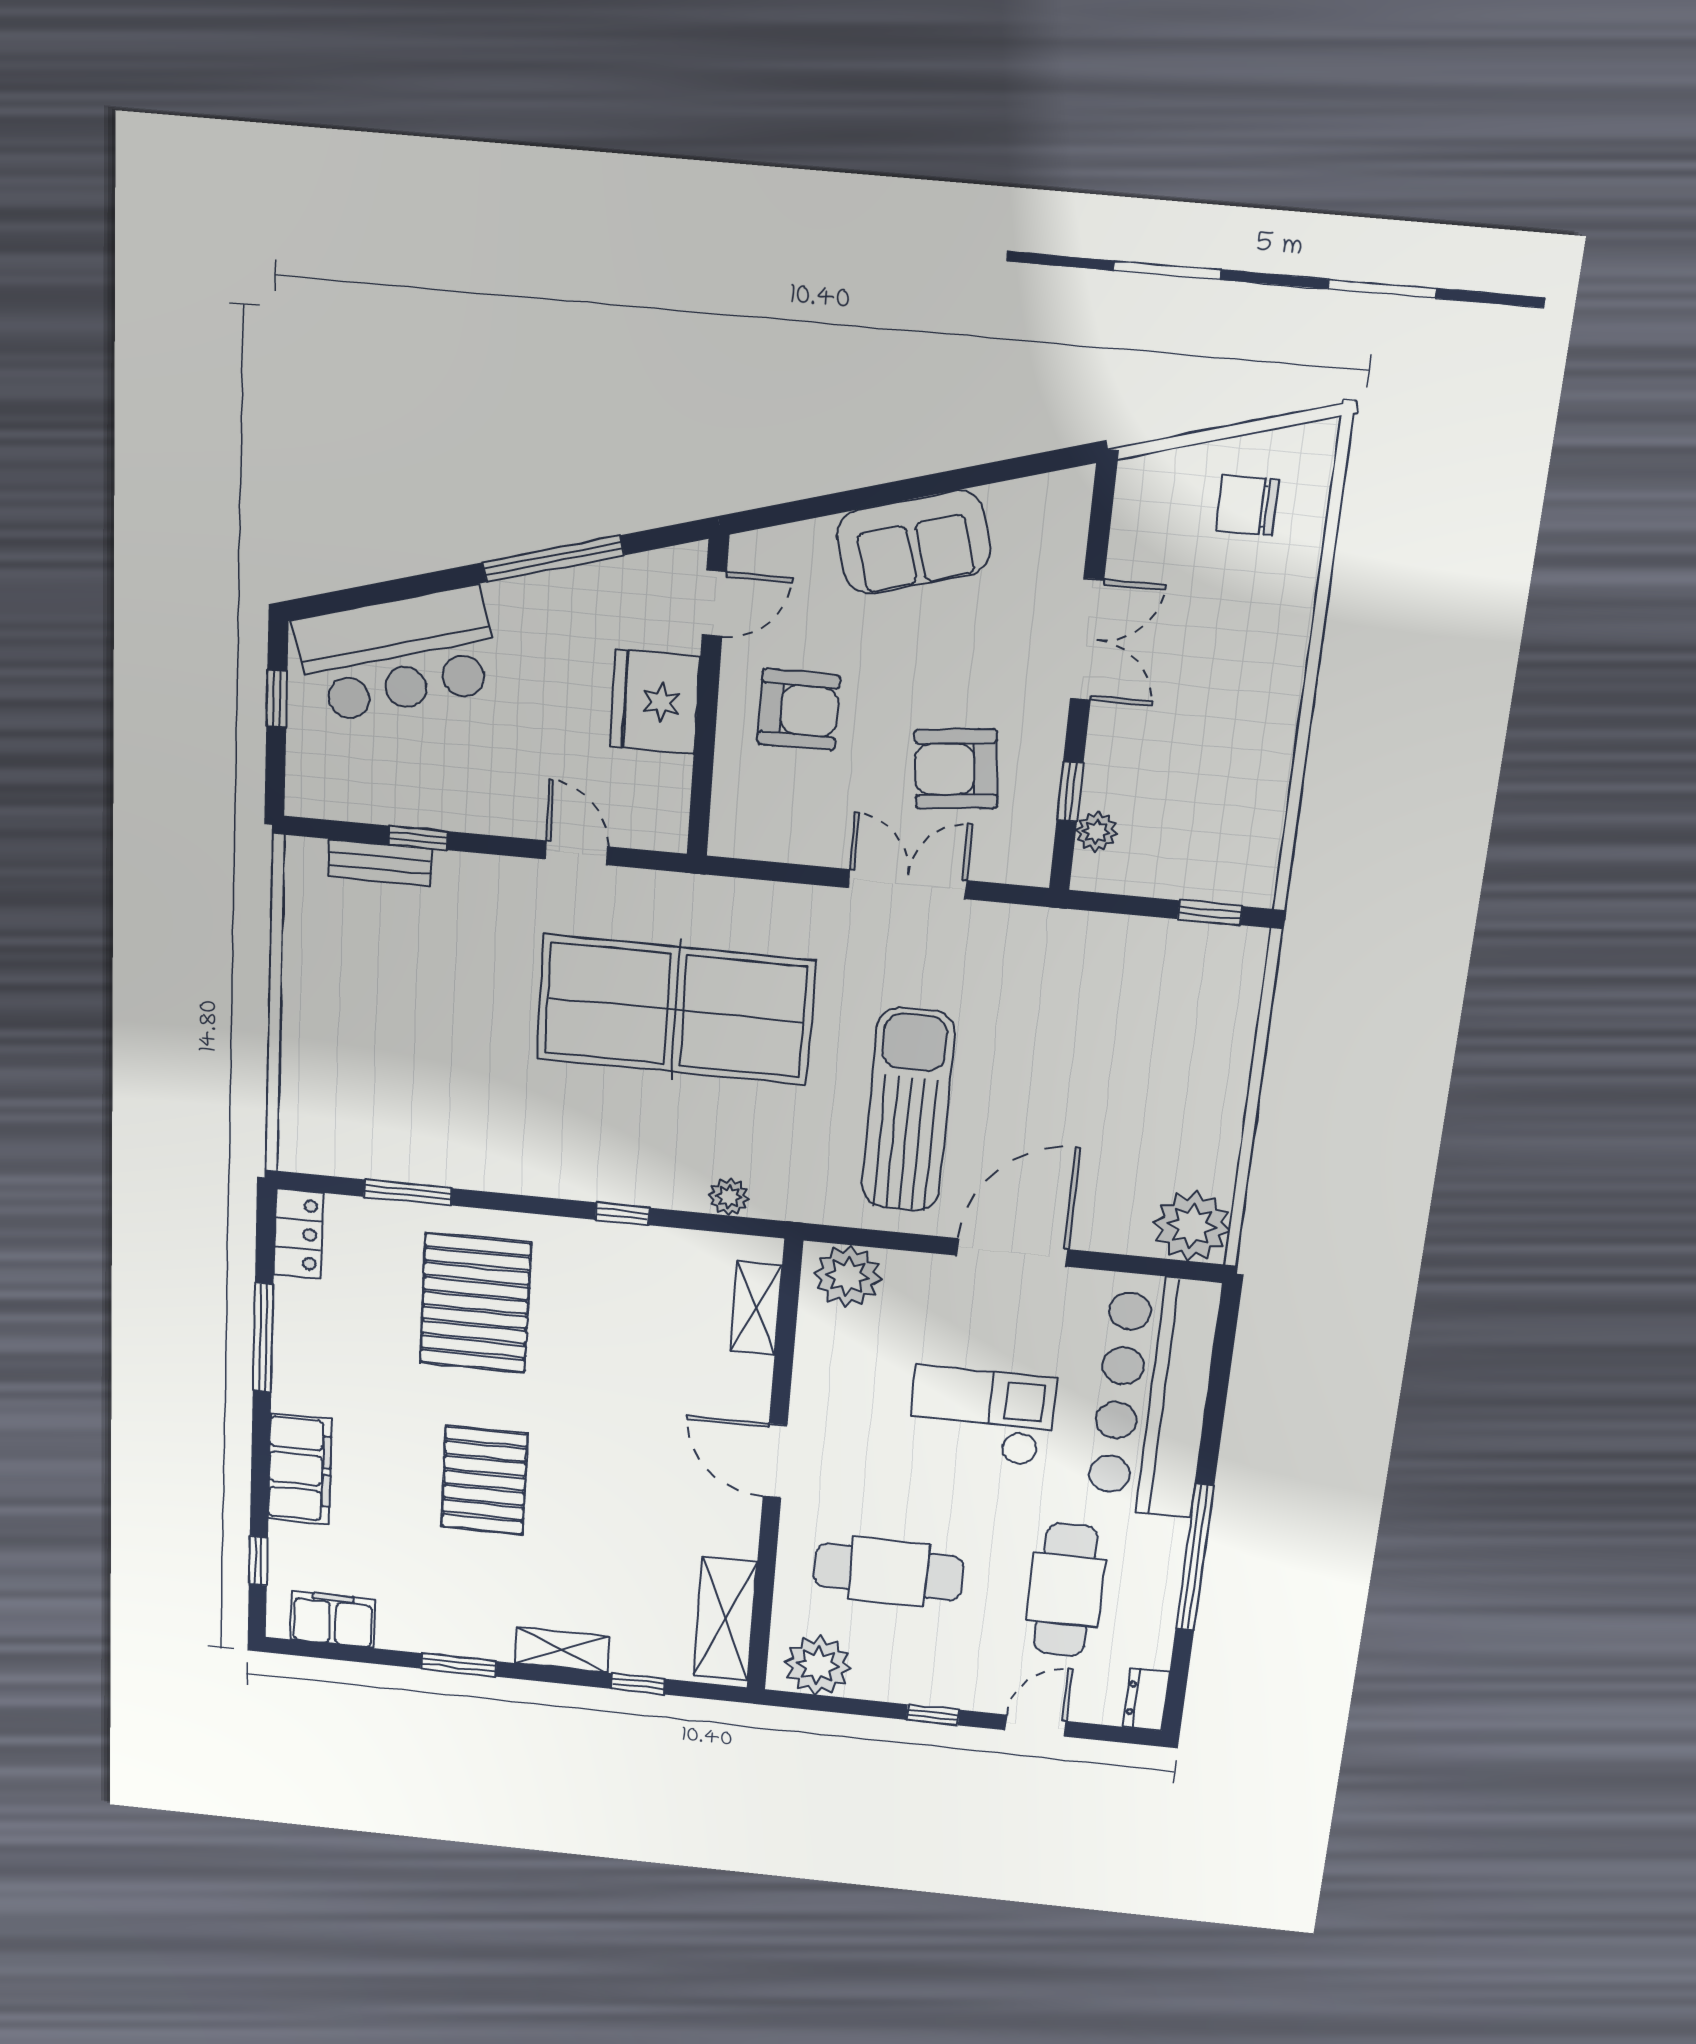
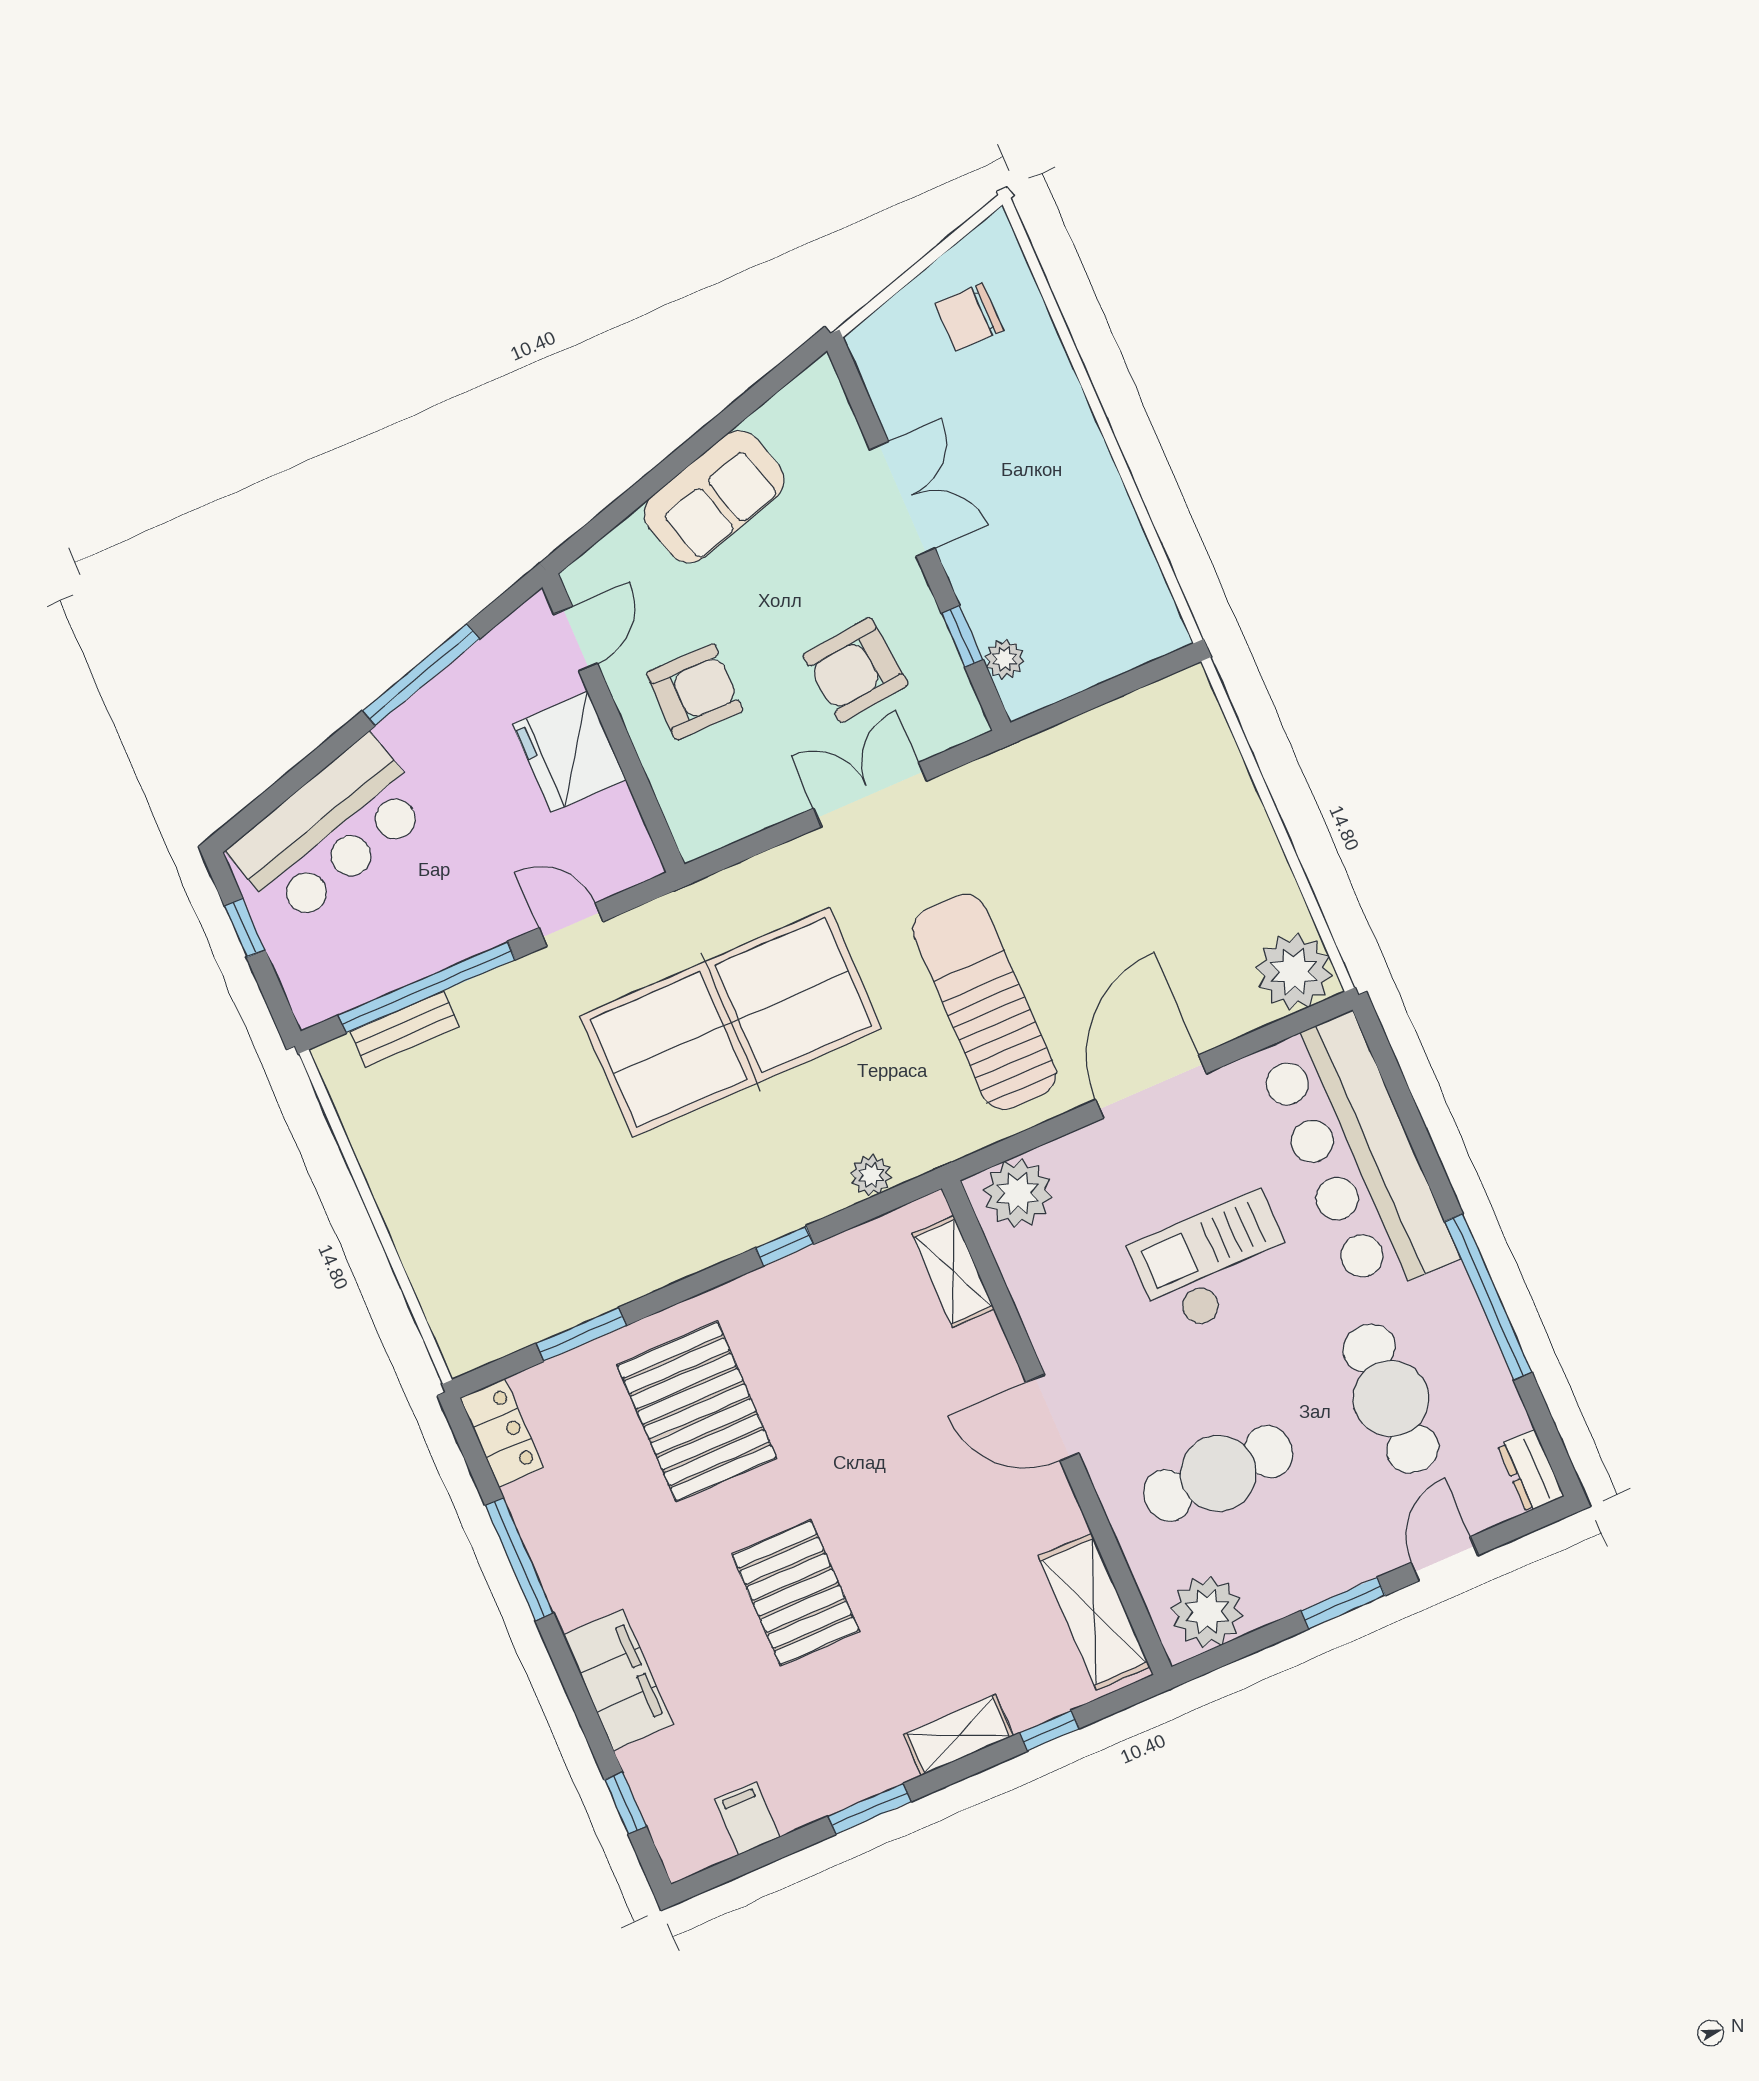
window: (418, 838) -> (427, 987), width x3.17
window: (1210, 913) -> (1141, 677), removed
filing cabinet: (333, 1619) -> (747, 1818), width x0.50
window: (933, 1715) -> (1343, 1603), width x1.50

